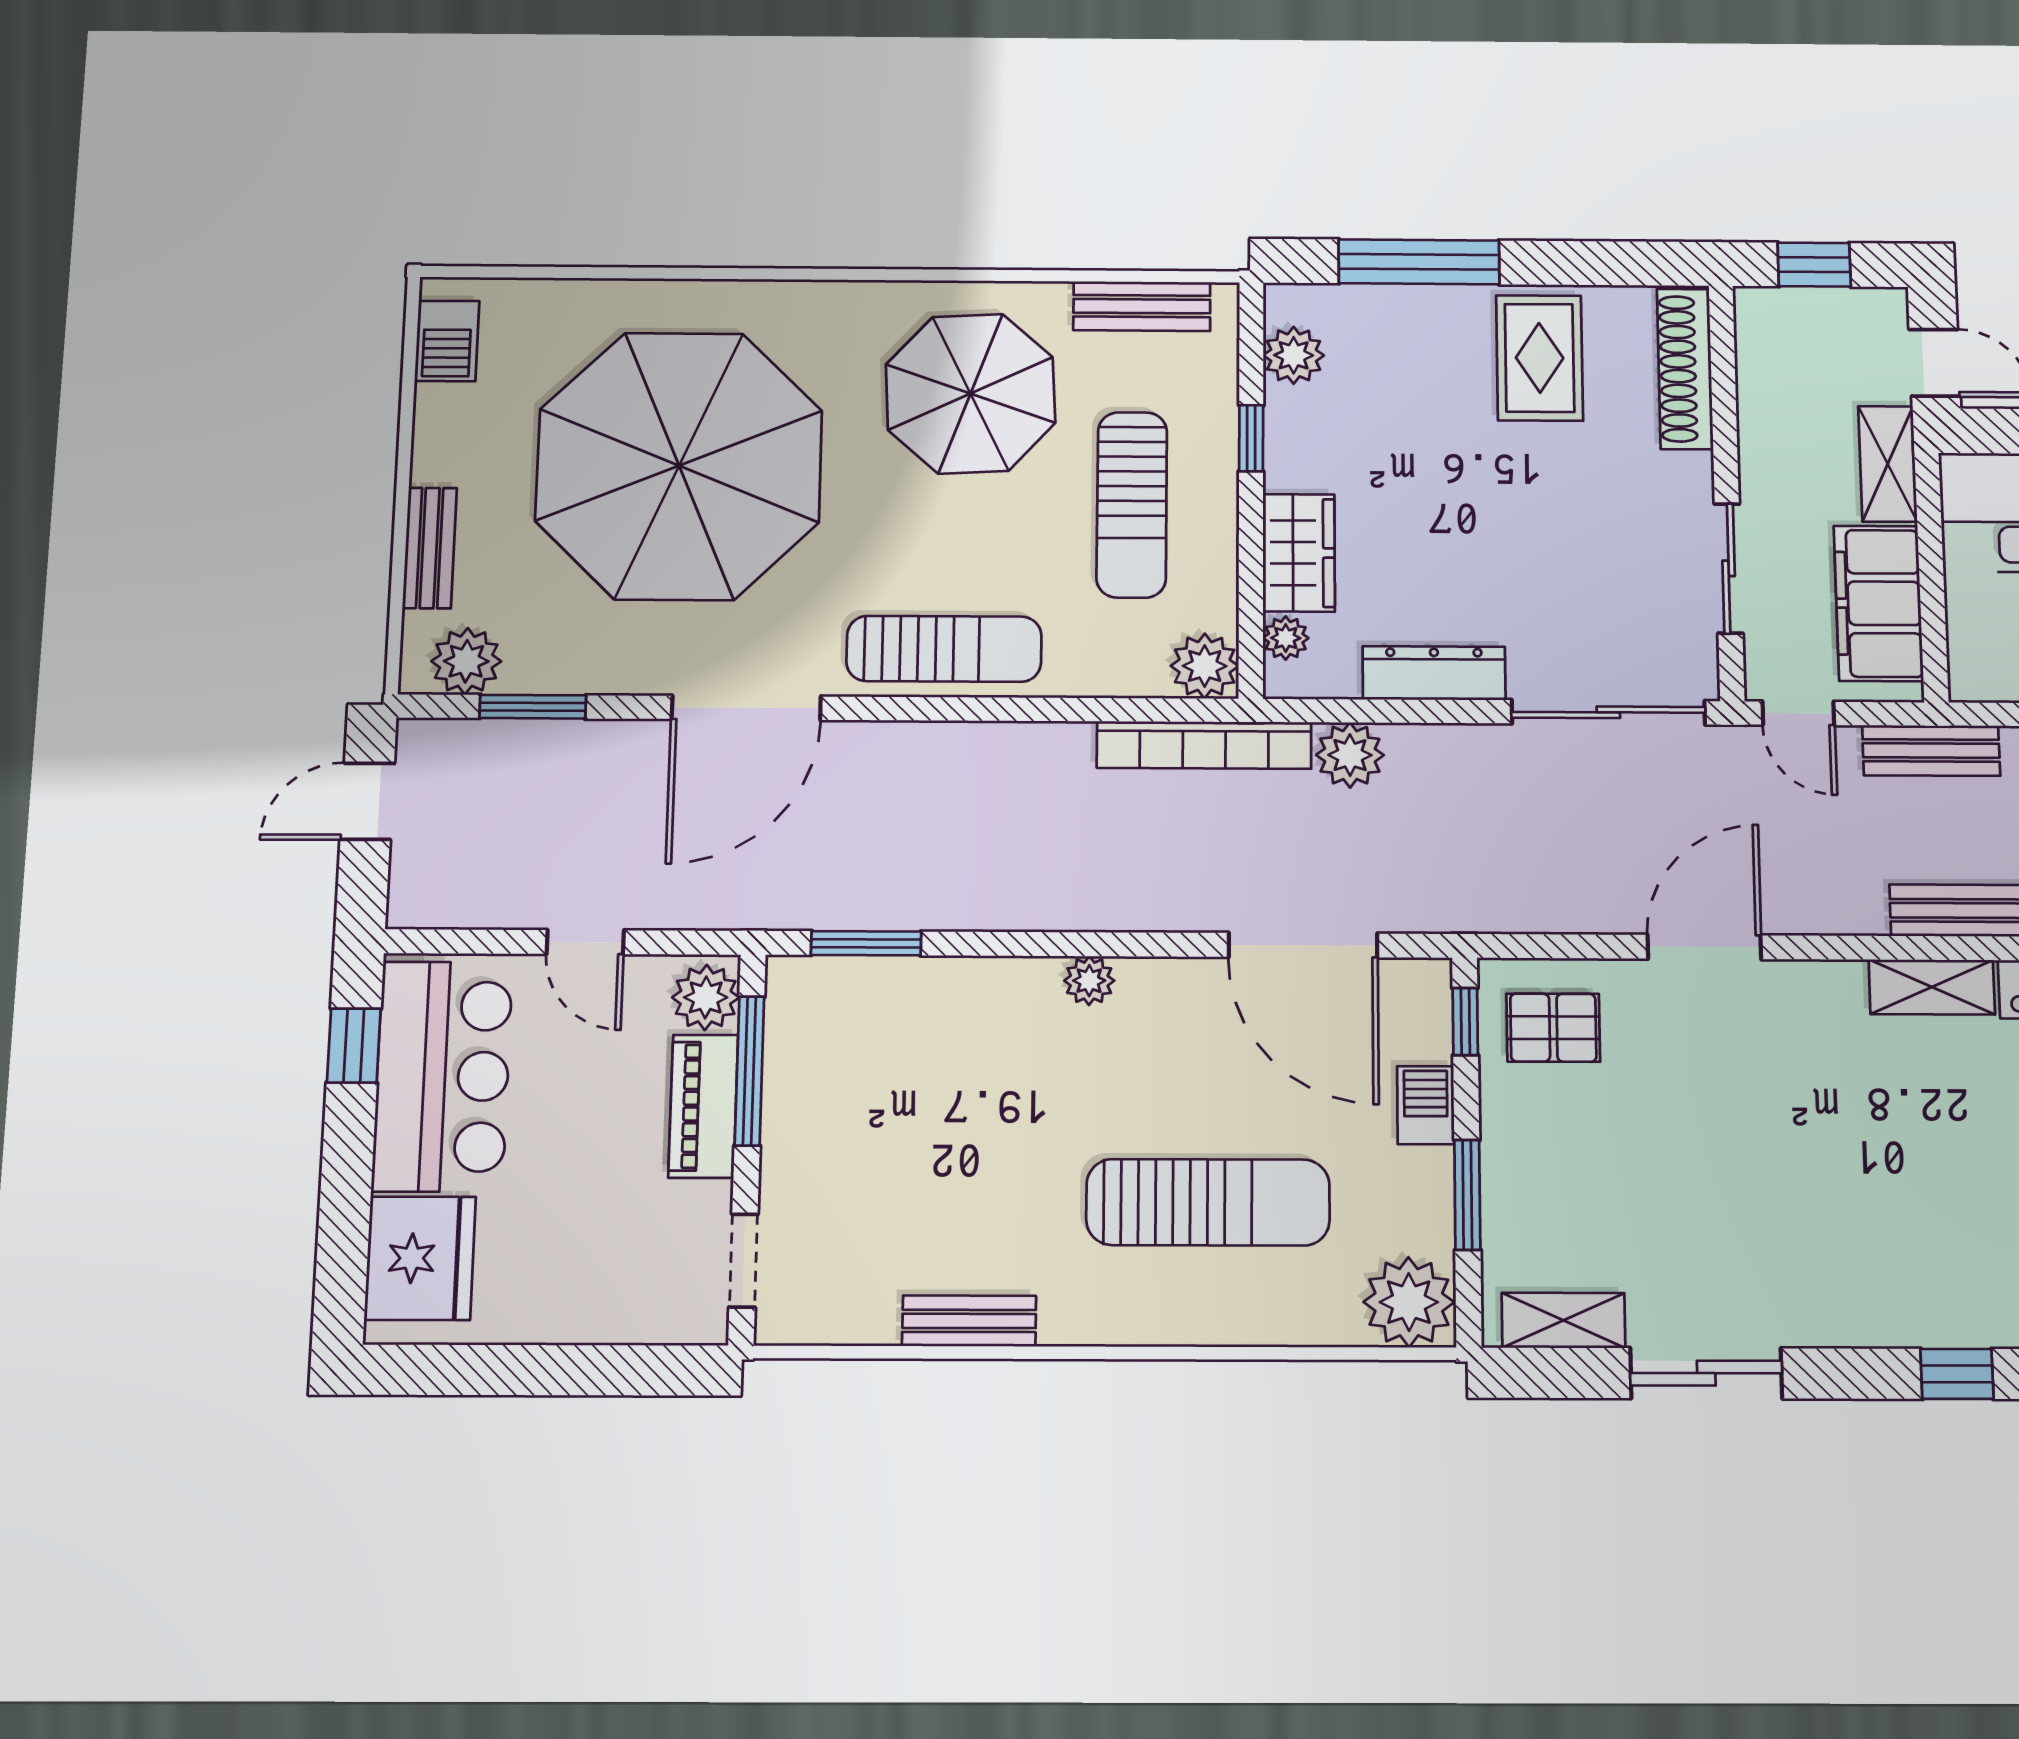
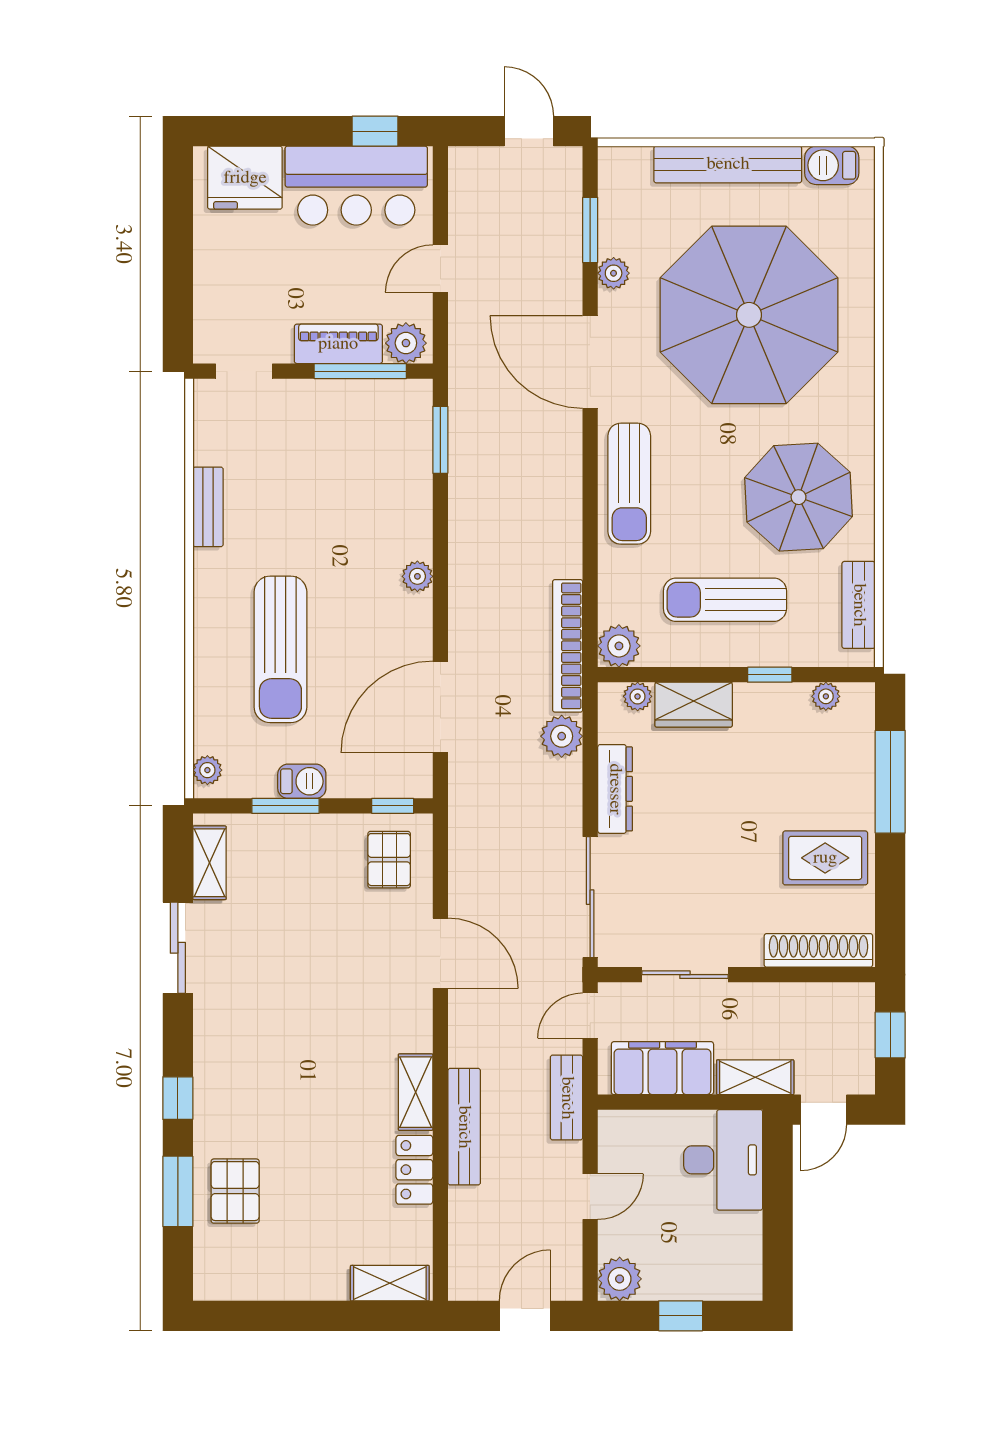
plant: (1294, 355) -> (826, 696), width x0.73, depth x0.73
bench: (430, 548) -> (728, 164), width x1.86, depth x1.21
plant: (466, 661) -> (614, 273), moved, width x0.73, depth x0.73
barbecue: (1426, 1105) -> (302, 781), moved
plant: (1409, 1302) -> (207, 770), width x0.53, depth x0.53

